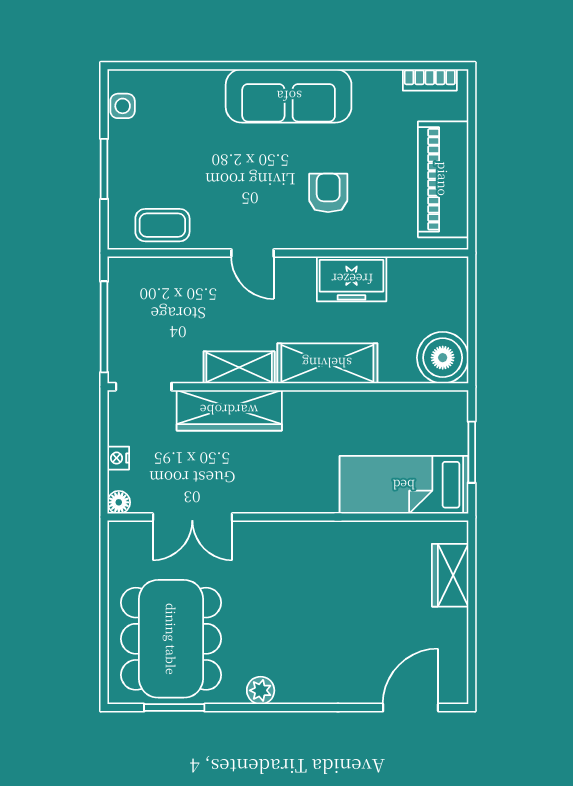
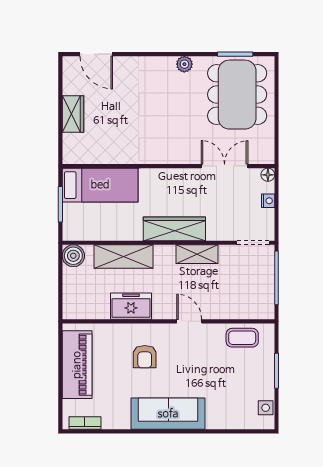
boiler: (443, 358) -> (73, 256), width x0.73, depth x0.73
shelving: (327, 363) -> (124, 256), moved
wardrobe: (229, 410) -> (174, 229), moved
wardrobe: (450, 575) -> (73, 114), moved
door: (411, 708) -> (96, 54), hinge flipped

